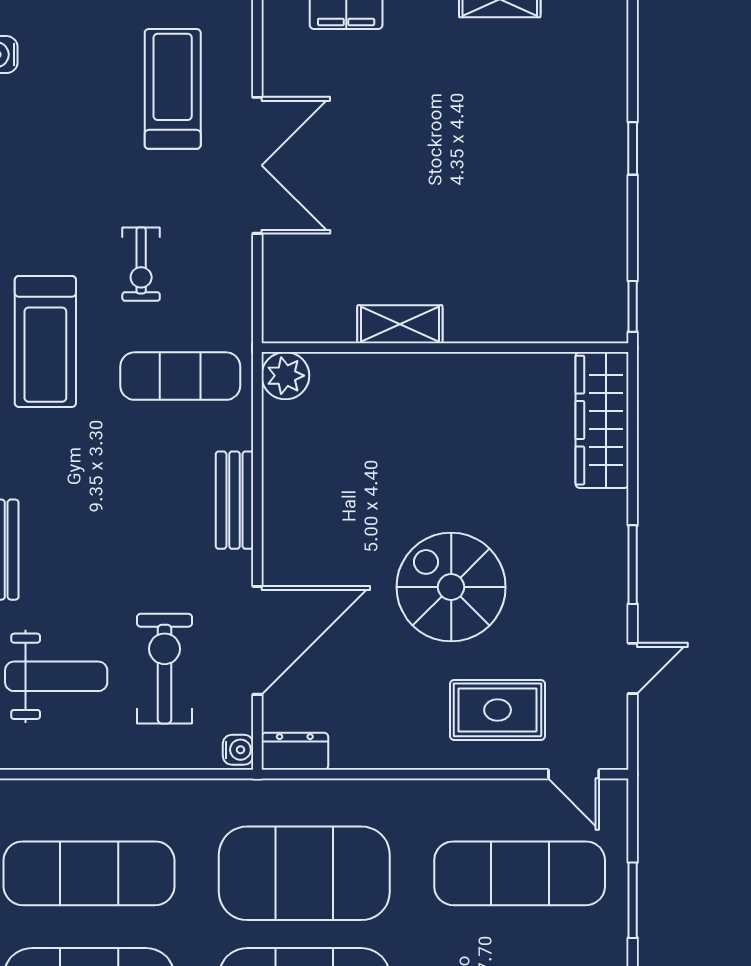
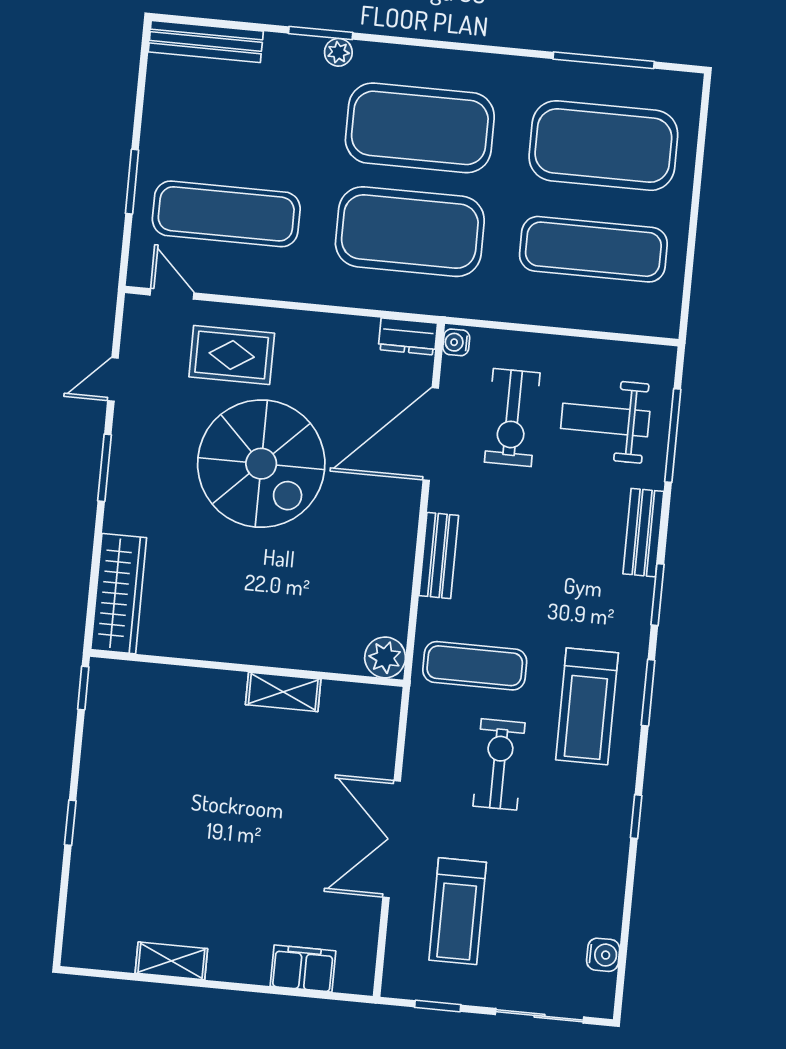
exercise bike: (141, 264) -> (499, 764), width x1.38, depth x1.39
treadmill: (45, 342) -> (587, 706), turned 180
spiral stairs: (451, 587) -> (261, 464), width x1.37, depth x1.37

